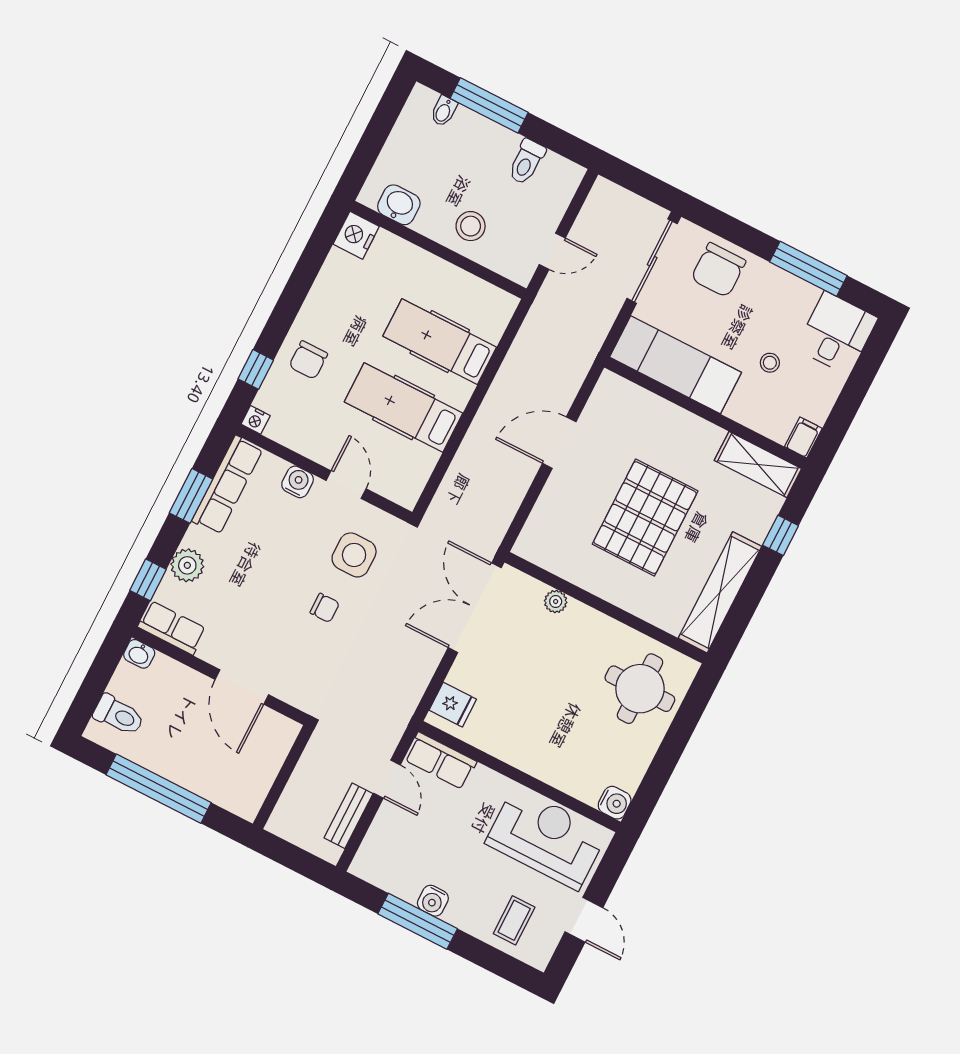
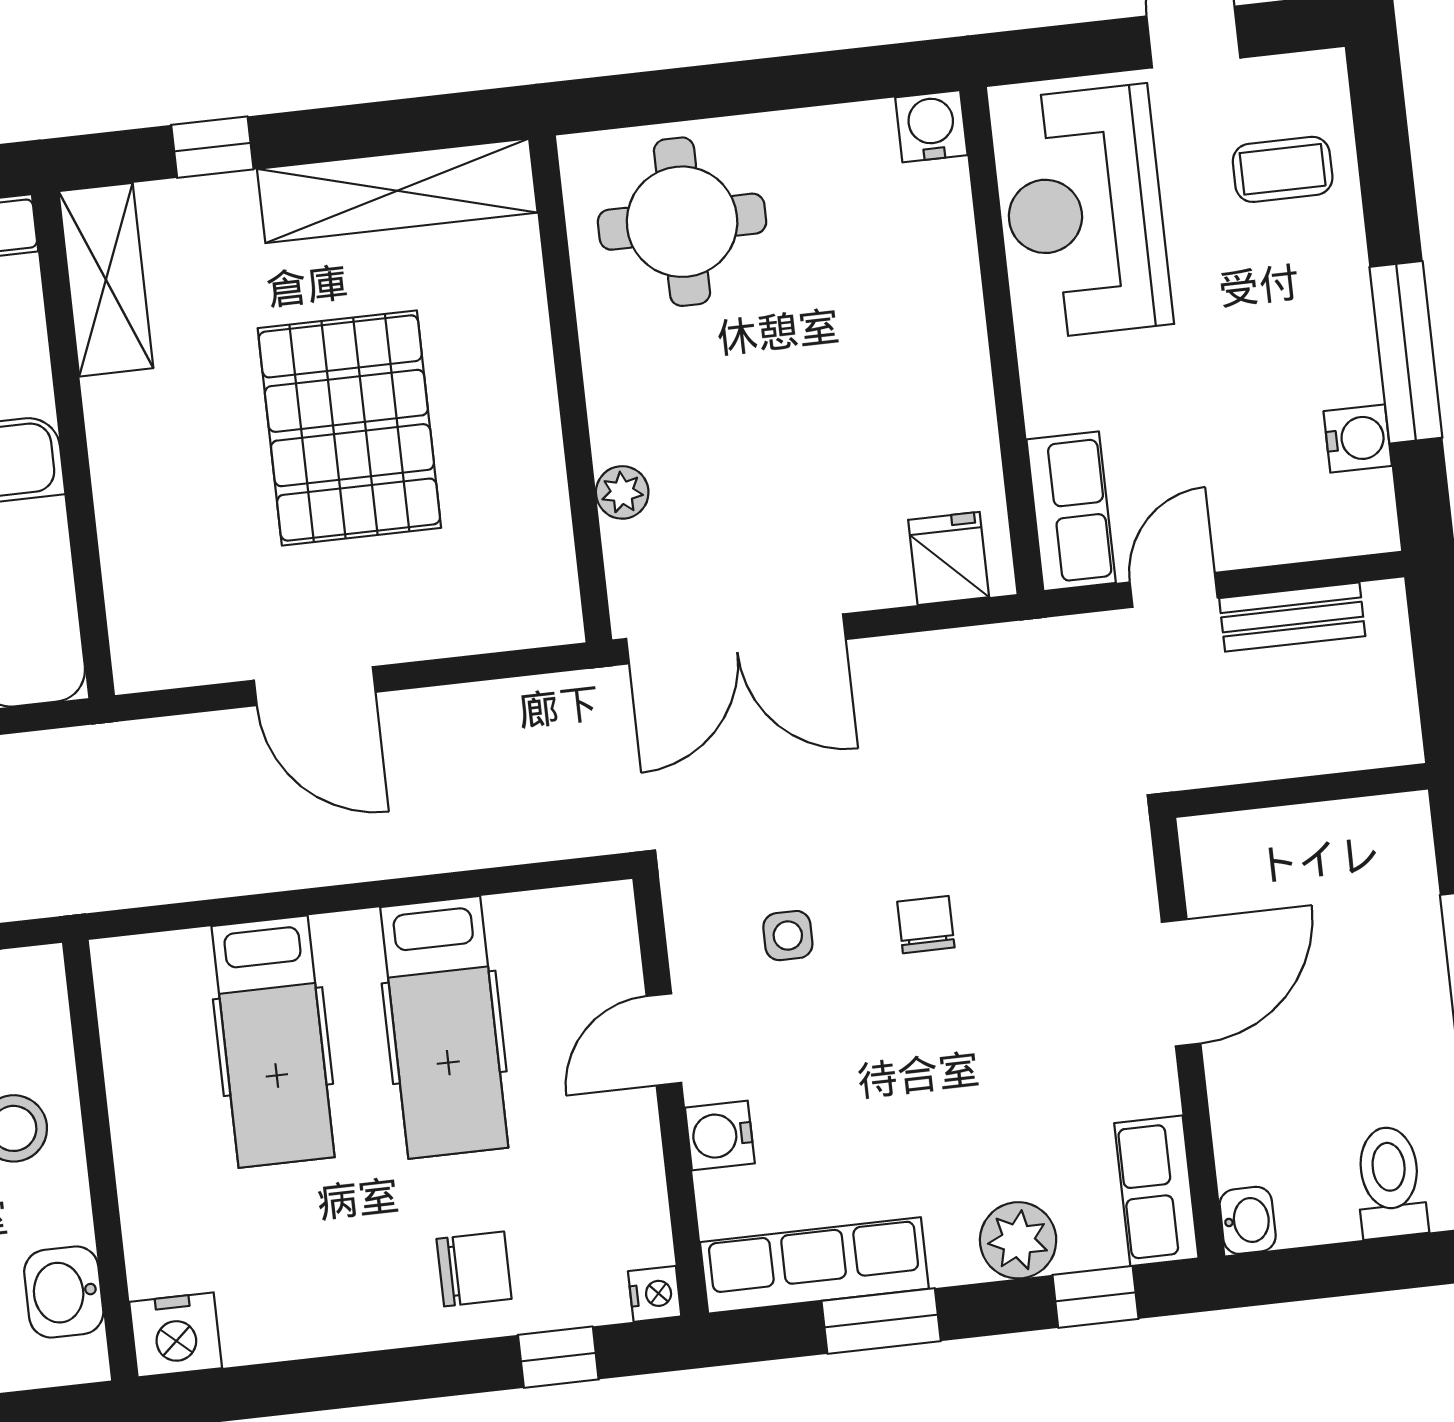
pallet: (645, 518) -> (349, 428), turned 90
side table: (354, 555) -> (788, 936), width x0.54, depth x0.54
water cooler: (433, 901) -> (1358, 438), moved

